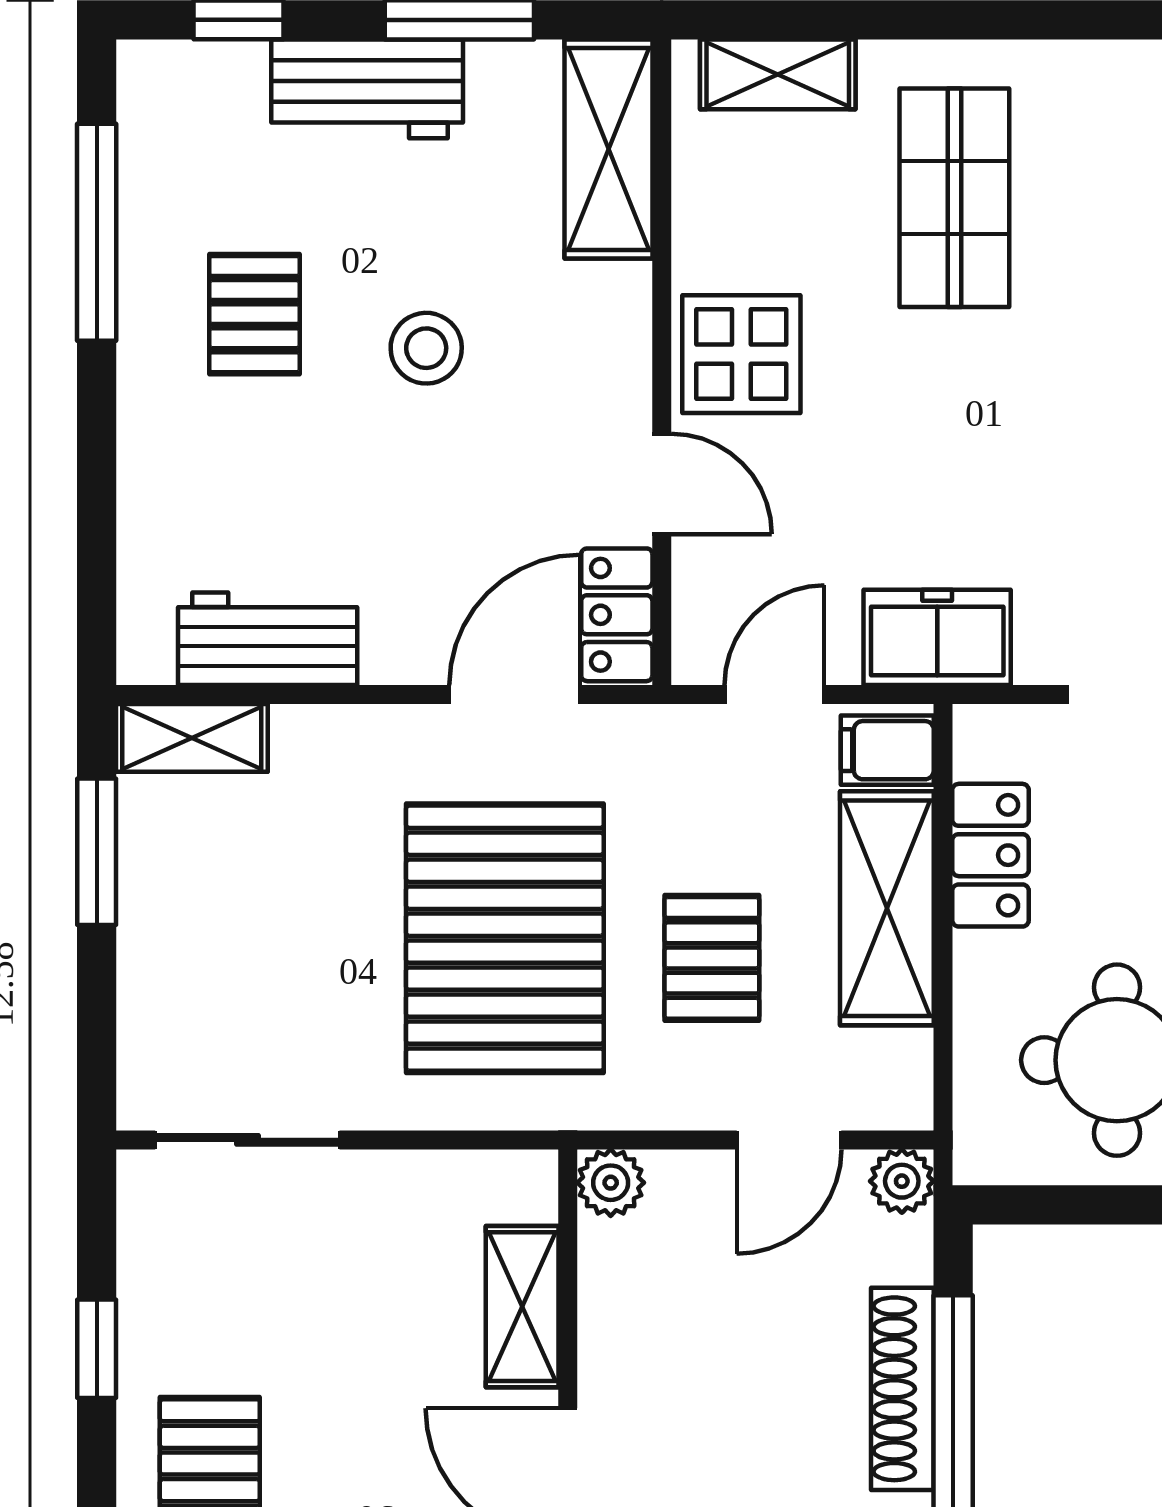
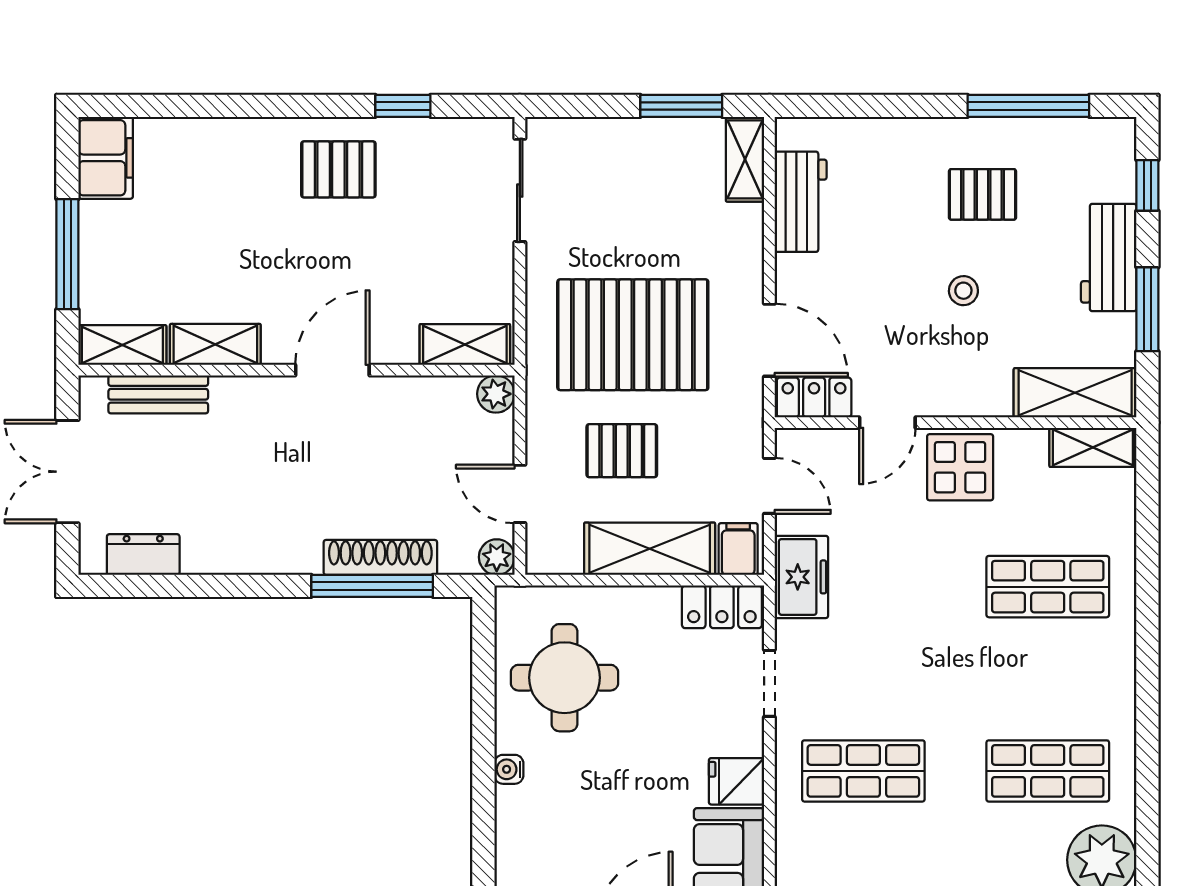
shelving: (778, 74) -> (1093, 447), moved, turned 90
stool: (426, 348) -> (963, 291), width x0.73, depth x0.73
locker: (991, 855) -> (722, 607), moved
shelving: (522, 1307) -> (465, 344), moved

